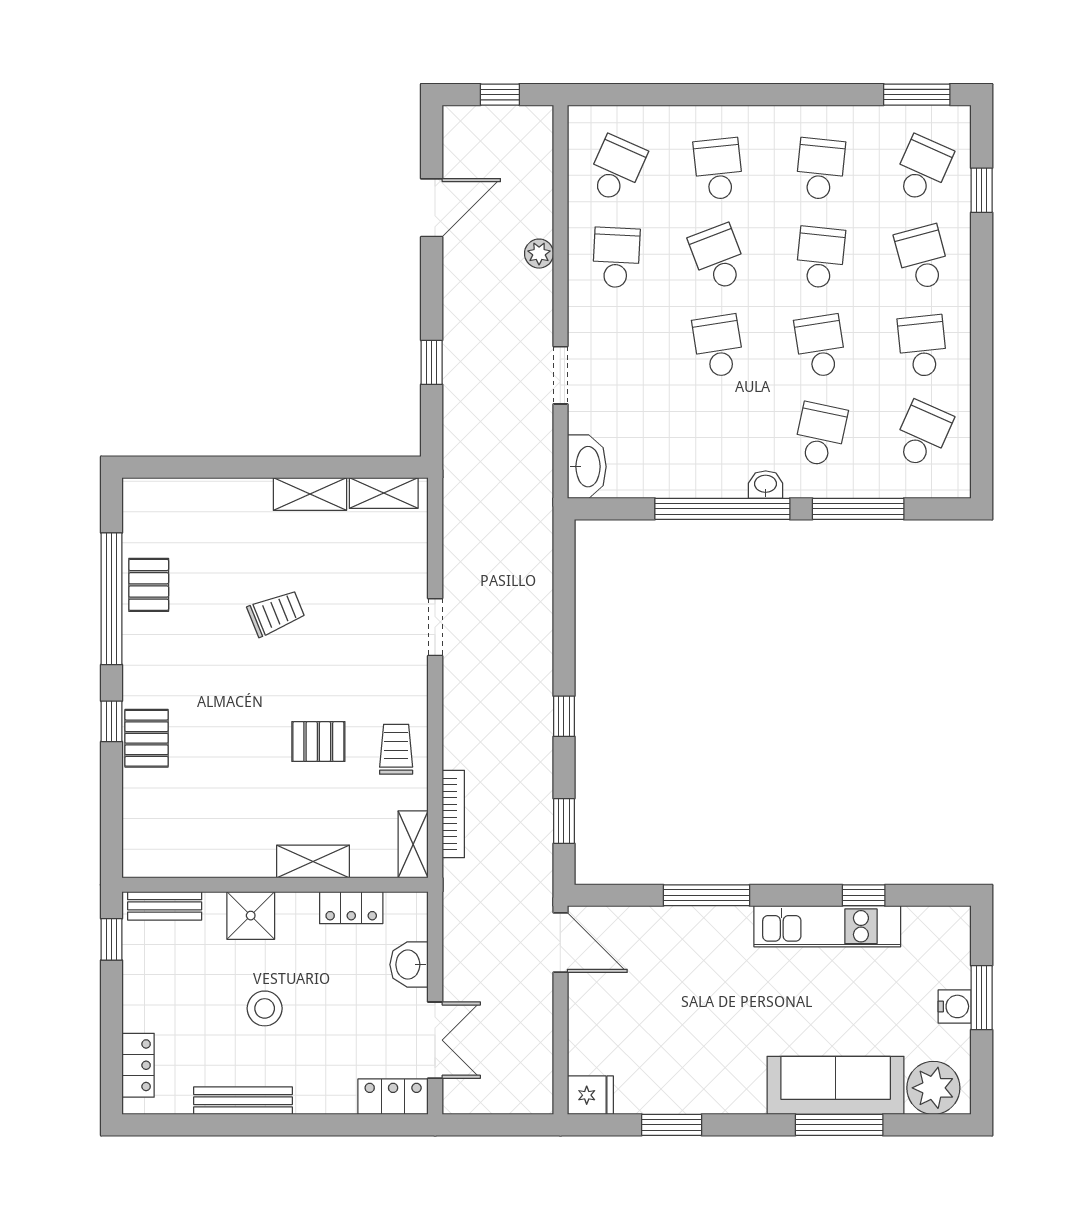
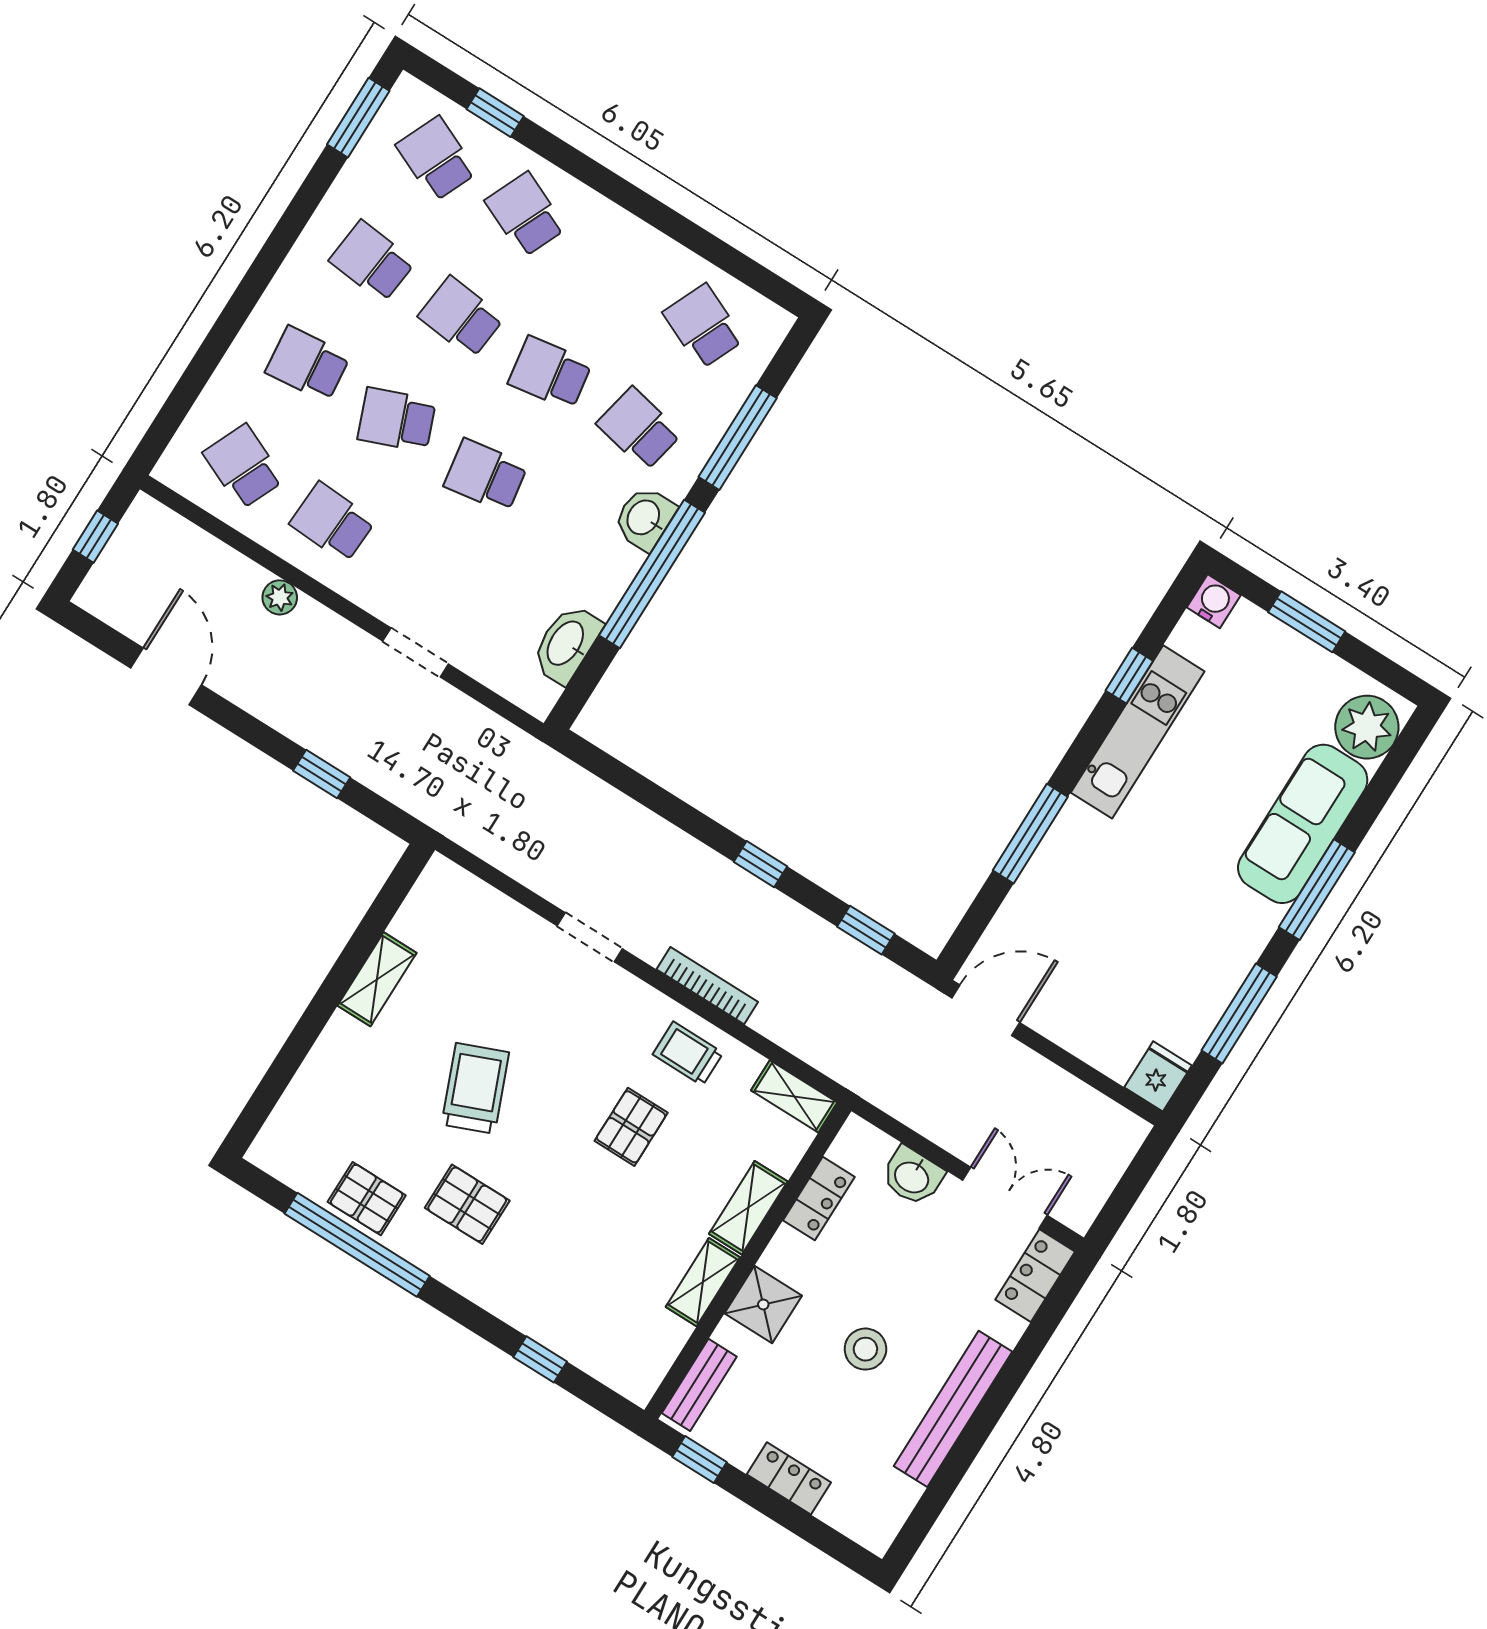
school desk: (922, 257) -> (525, 215), turned 39
school desk: (922, 346) -> (614, 270), removed
washbasin: (587, 467) -> (566, 644), moved, turned -90
washbasin: (766, 485) -> (644, 518), width x1.38, depth x1.45
shelving: (384, 493) -> (703, 1282), moved
trolley: (276, 613) -> (475, 1088), width x1.36, depth x1.39
window: (111, 721) -> (540, 1359), moved
pallet: (147, 738) -> (467, 1204), moved
bookcase: (453, 814) -> (707, 986), moved
water cooler: (955, 1006) -> (1214, 601), moved
locker: (138, 1065) -> (789, 1478), moved
bench: (243, 1101) -> (953, 1409), width x1.37, depth x1.21
window: (672, 1125) -> (1239, 1013), width x1.44
window: (839, 1125) -> (1317, 890), moved

